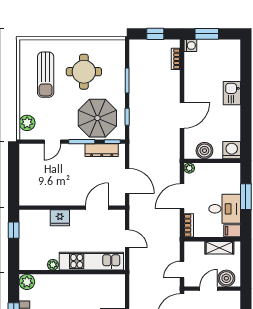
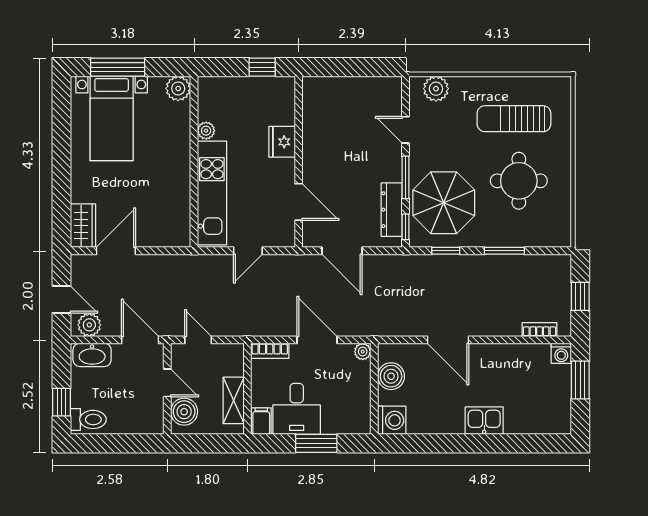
door: (127, 181) -> (342, 251), hinge flipped

